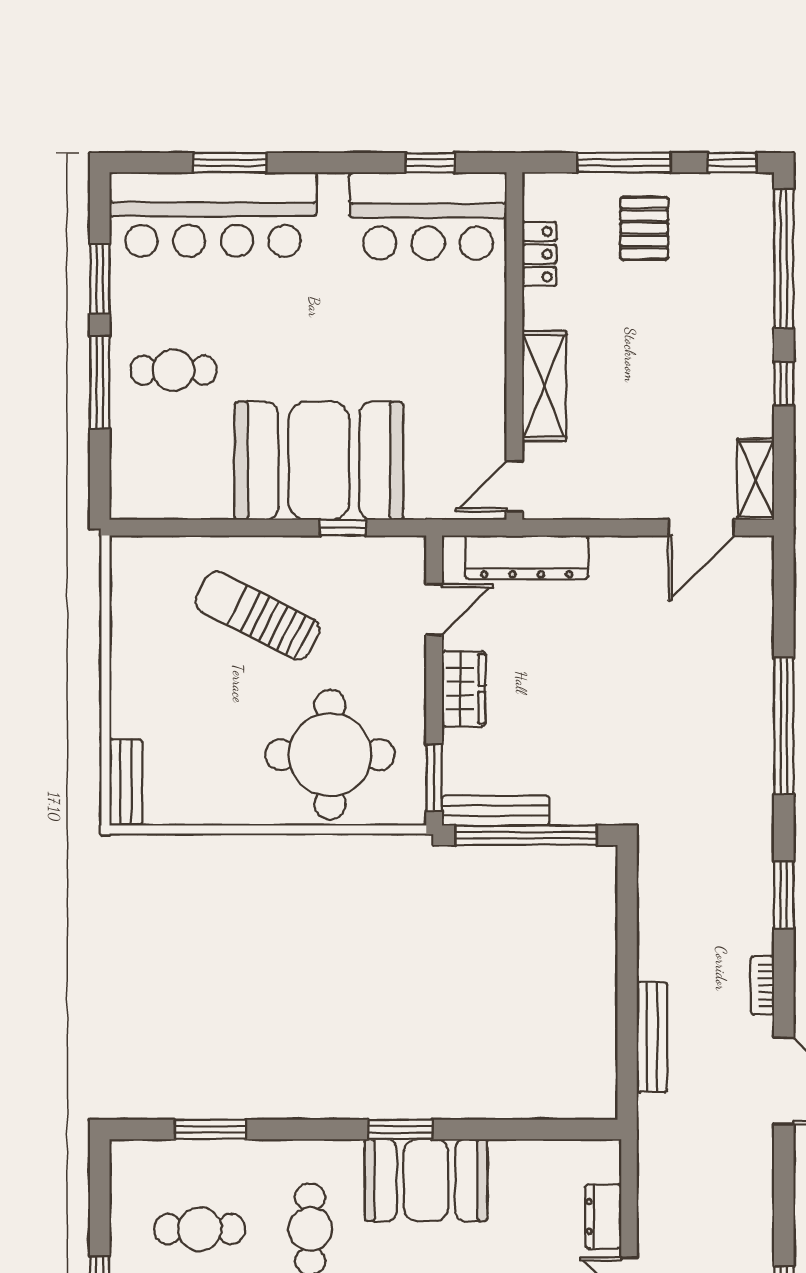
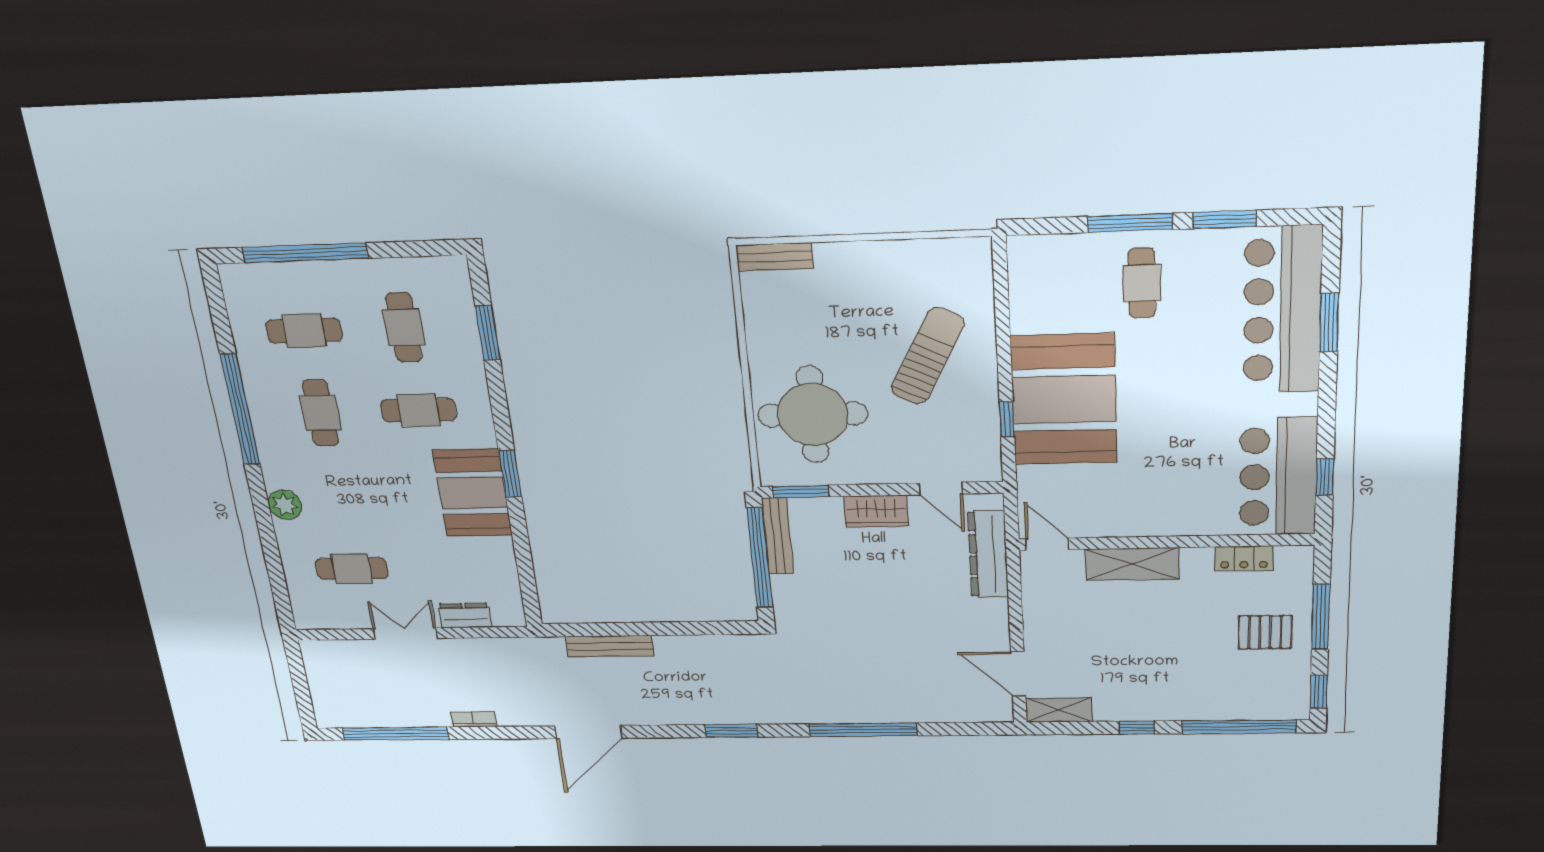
bookcase: (763, 985) -> (473, 720), moved

